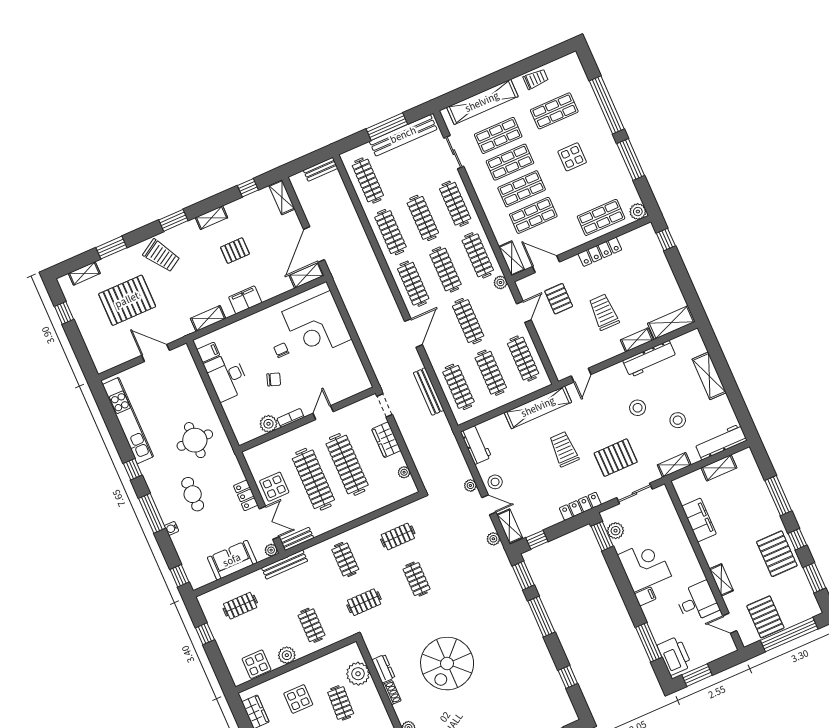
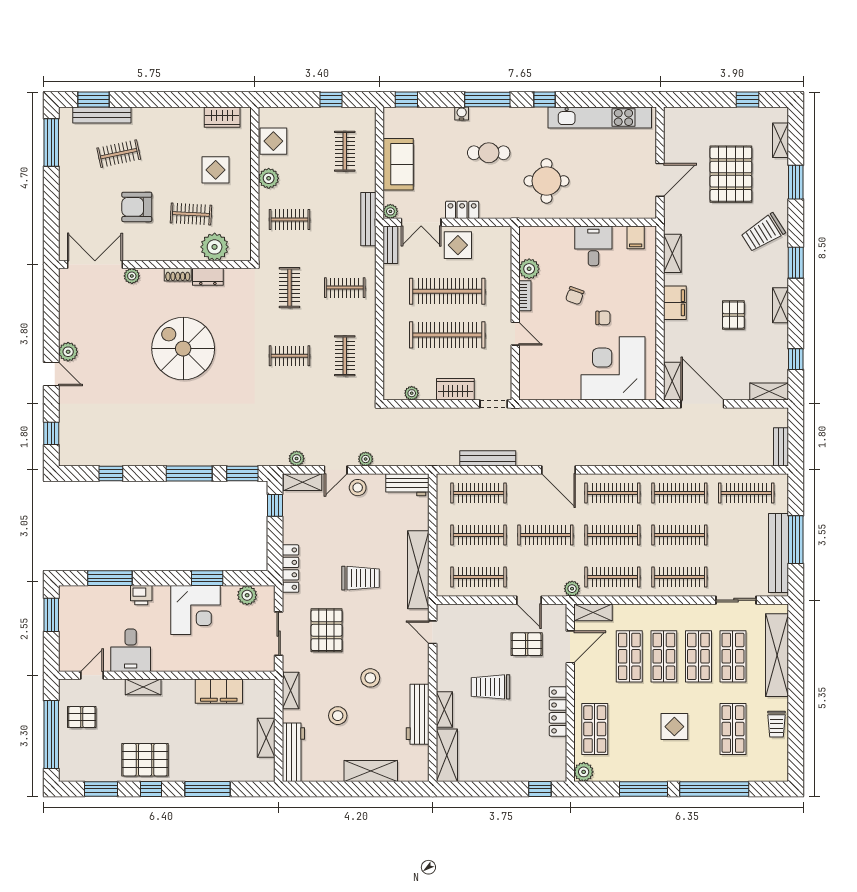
trolley: (604, 312) -> (491, 687), turned 180
desk: (227, 377) -> (593, 246), width x0.73
window: (602, 536) -> (207, 578), moved
filing cabinet: (645, 596) -> (161, 596), removed
pallet: (765, 617) -> (82, 717), width x0.67, depth x0.71
printer: (675, 656) -> (141, 595), moved, width x0.53, depth x0.68

